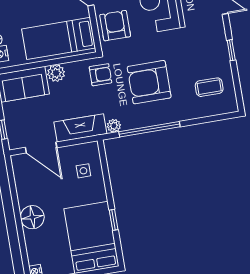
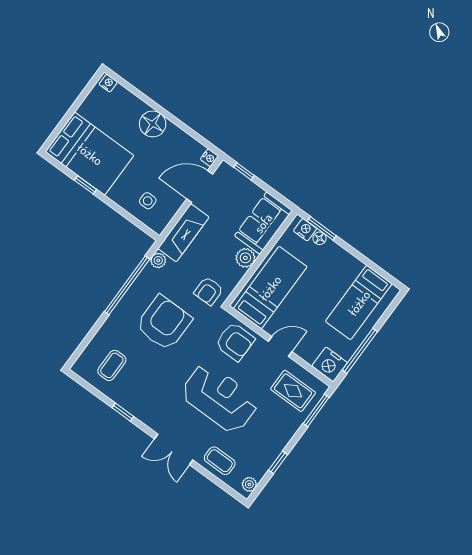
nightstand: (17, 160) -> (209, 158), added

